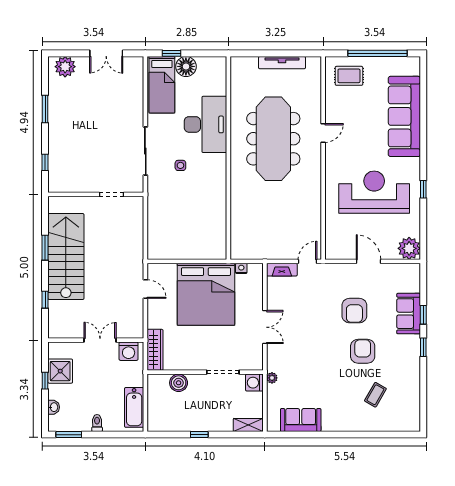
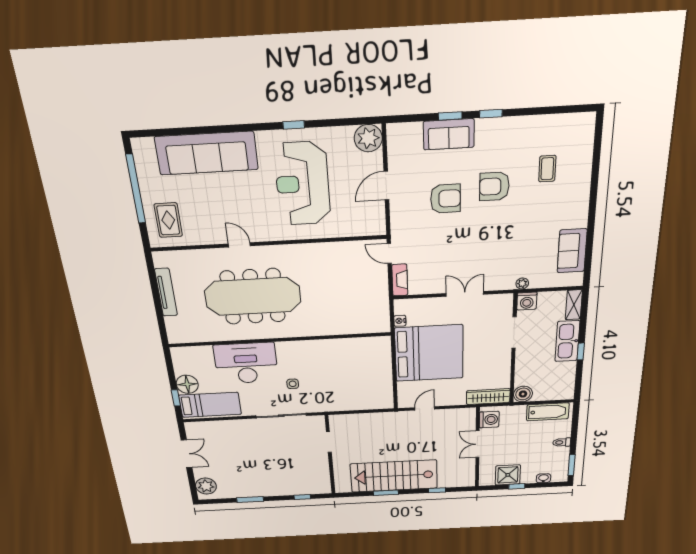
boiler: (179, 383) -> (523, 394), moved
coffee table: (375, 395) -> (547, 169), turned 60
kitchen sink: (211, 421) -> (567, 341), added

